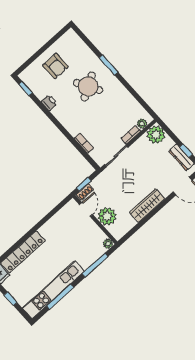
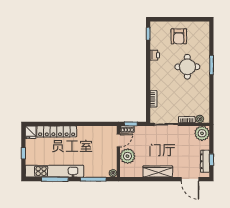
round table: (88, 86) -> (187, 67), turned 30

